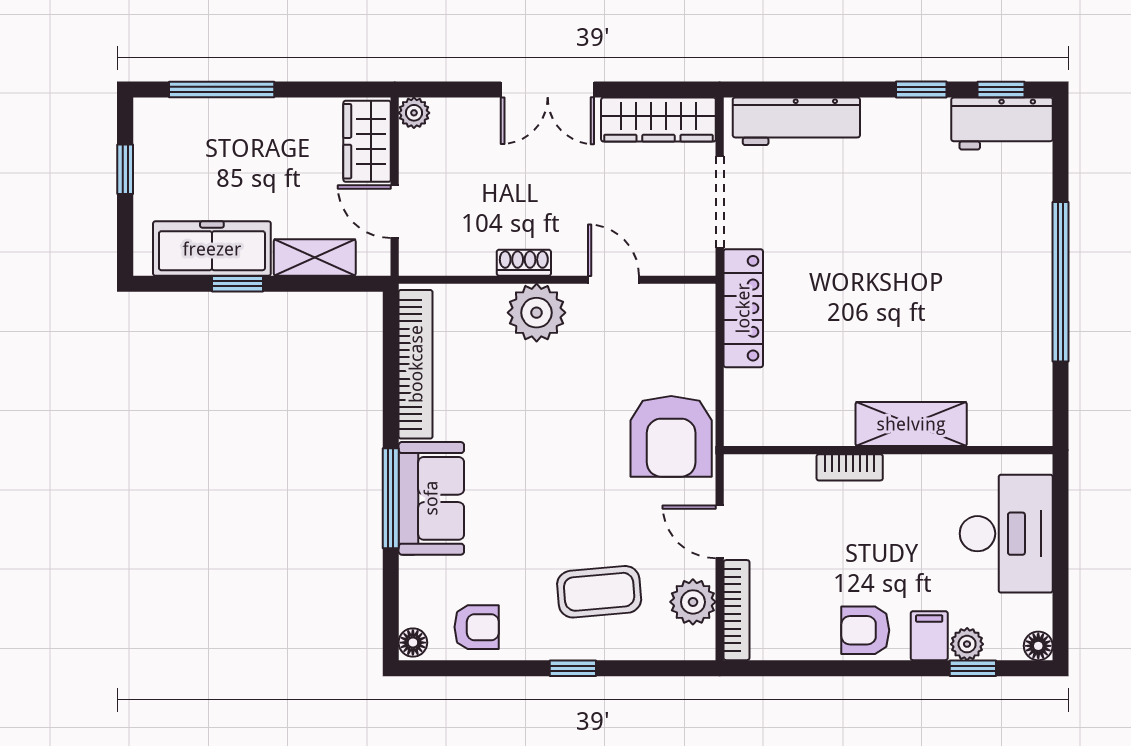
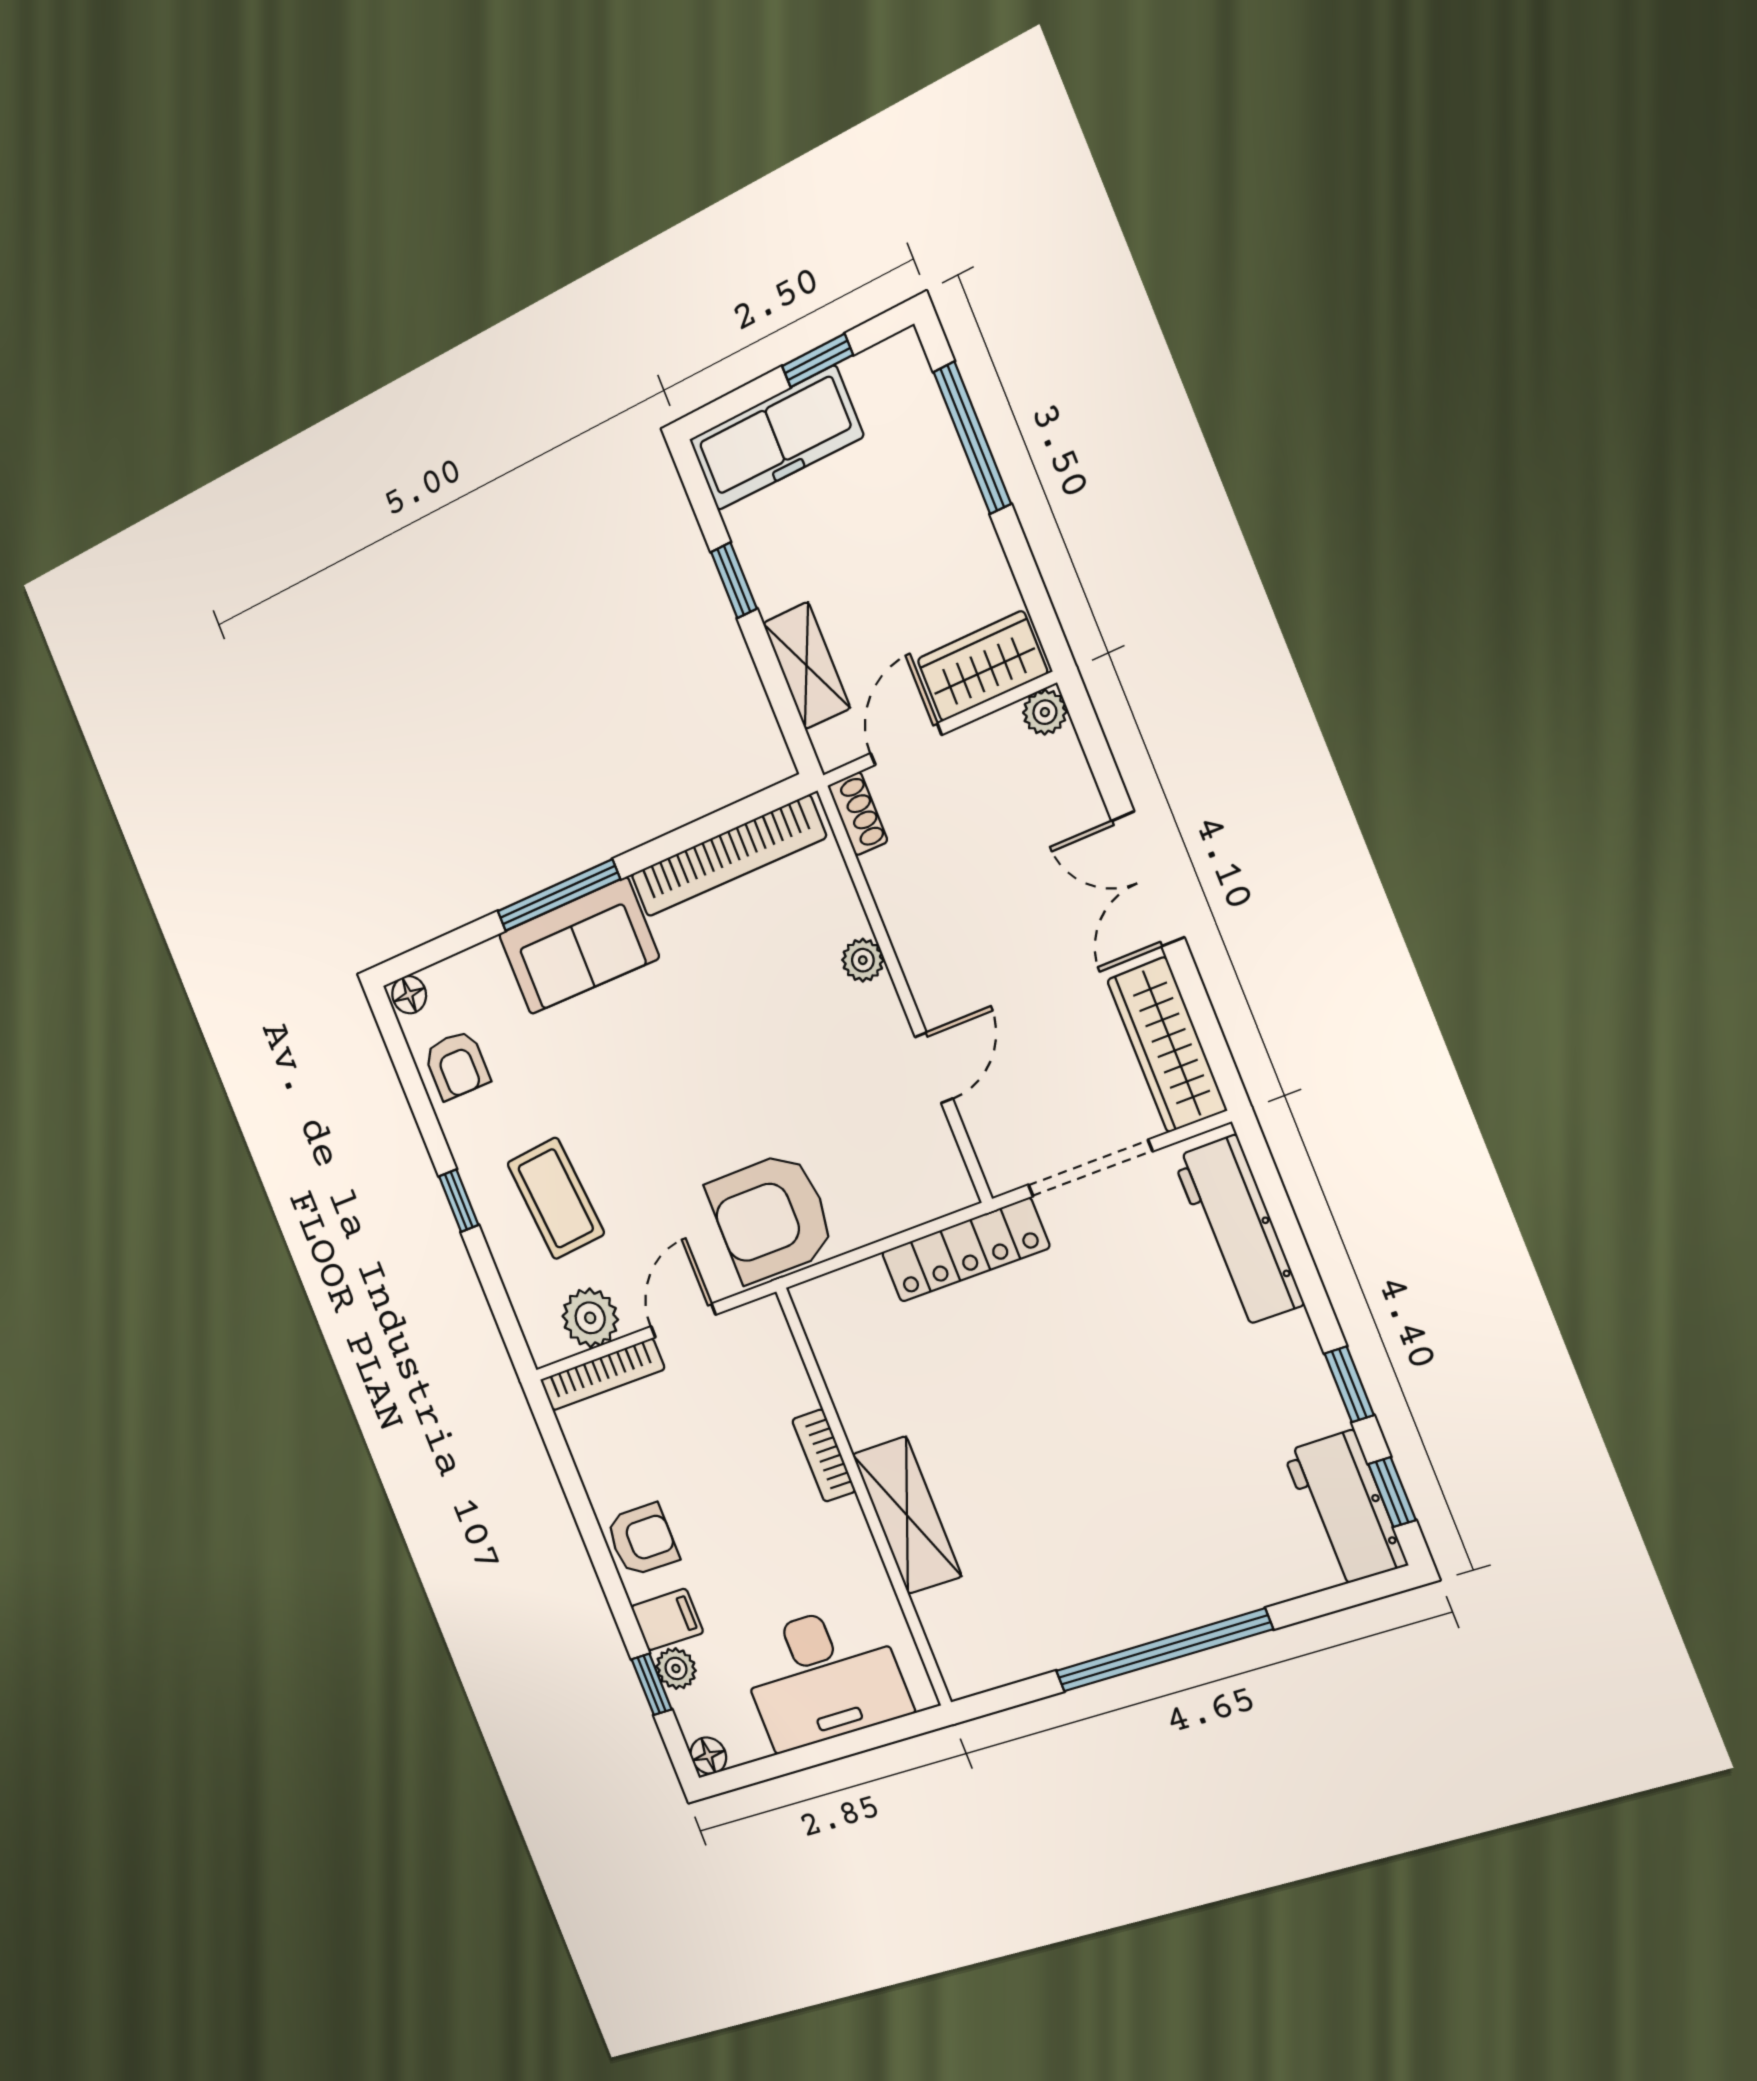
freezer: (212, 249) -> (776, 438), moved, turned 90
shoe rack: (524, 263) -> (858, 814), moved
plant: (537, 313) -> (863, 960), width x0.53, depth x0.53
armchair: (865, 630) -> (642, 1540), turned 90

